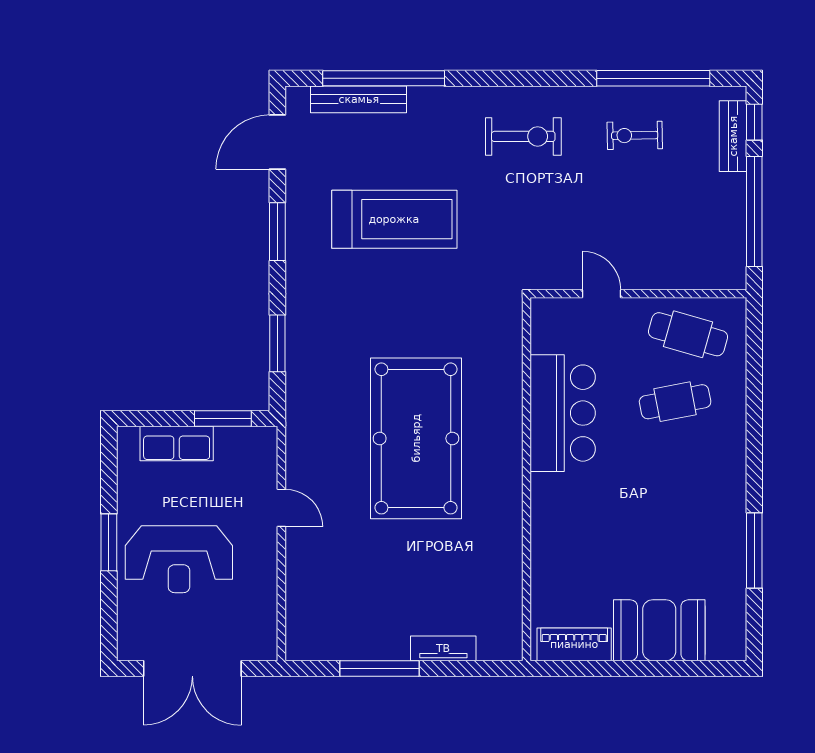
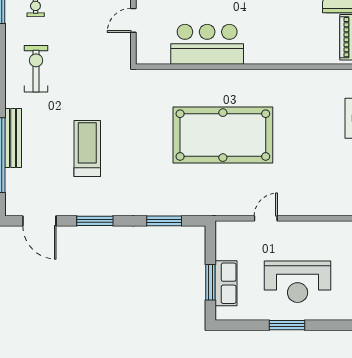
bench: (359, 99) -> (13, 138), moved
treadmill: (394, 219) -> (87, 148), width x0.73, depth x0.73
window: (223, 418) -> (210, 282), moved
reception desk: (179, 559) -> (298, 282), turned 90

